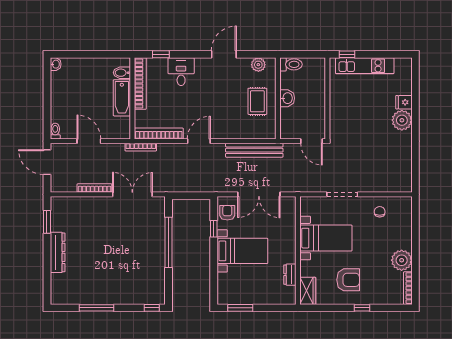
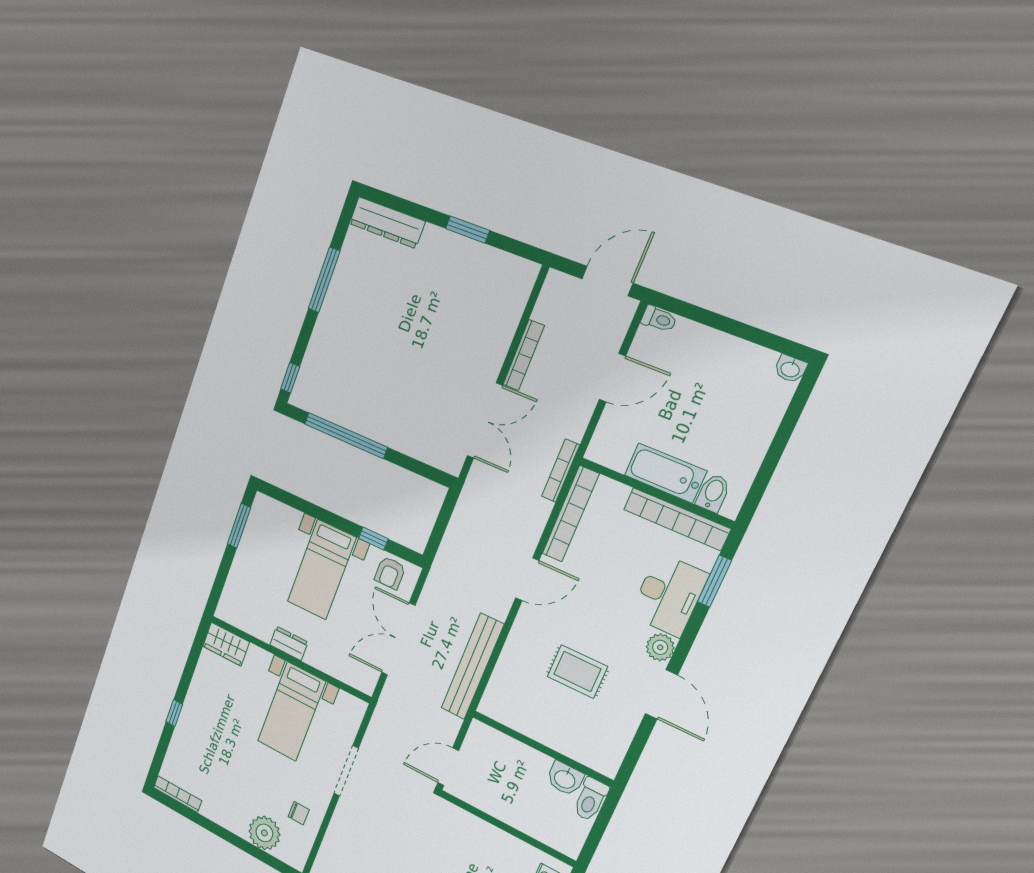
window: (161, 54) -> (715, 581), width x1.50
plant: (258, 65) -> (660, 647), moved
desk: (181, 72) -> (669, 595), width x1.37
washbasin: (287, 98) -> (565, 779), moved
rug: (257, 101) -> (577, 672), moved
door: (199, 141) -> (527, 579), hinge flipped
armchair: (227, 213) -> (390, 573), turned 90
window: (47, 222) -> (468, 230), moved
window: (168, 242) -> (346, 435), moved
dresser: (58, 252) -> (387, 223), moved
plant: (402, 260) -> (264, 833), moved
dresser: (290, 275) -> (289, 643), moved
armchair: (348, 280) -> (220, 713), removed

